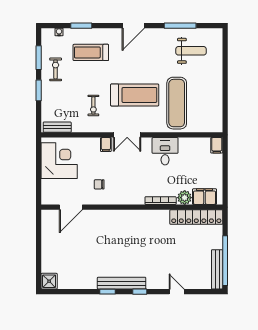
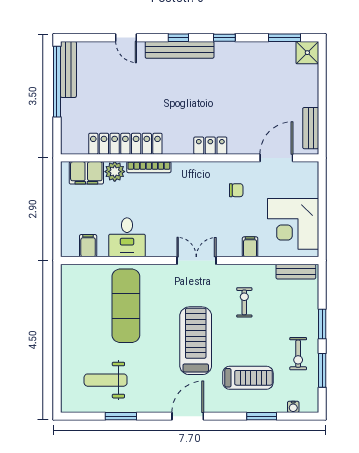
window: (180, 26) -> (121, 416), width x0.69
treadmill: (135, 95) -> (196, 341), moved, turned 90
filing cabinet: (106, 145) -> (250, 247), moved
filing cabinet: (217, 145) -> (88, 246), moved
desk: (165, 151) -> (127, 237), moved
locker: (117, 216) -> (210, 146), added
locker: (196, 217) -> (125, 144), moved
bench: (47, 228) -> (311, 128), added
bench: (122, 283) -> (180, 50), moved
window: (65, 292) -> (285, 38), added

